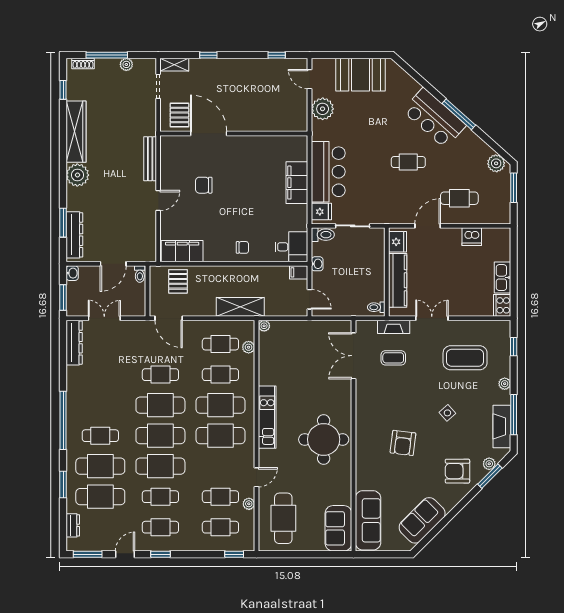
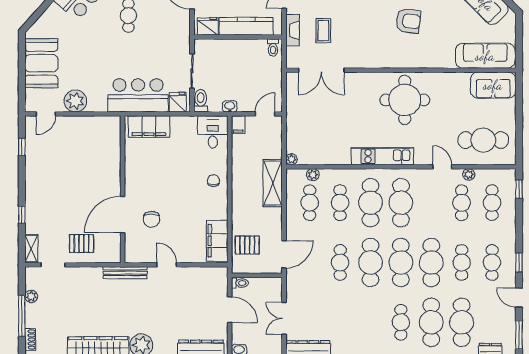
door: (209, 134) -> (123, 214), moved
wall: (234, 134) -> (123, 189), moved

